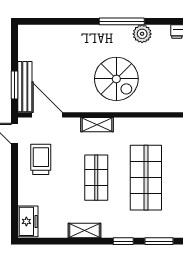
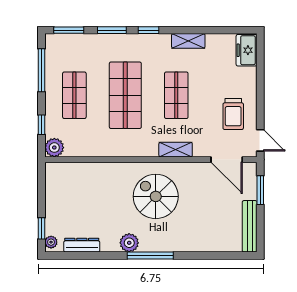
bench: (25, 87) -> (250, 226), moved

